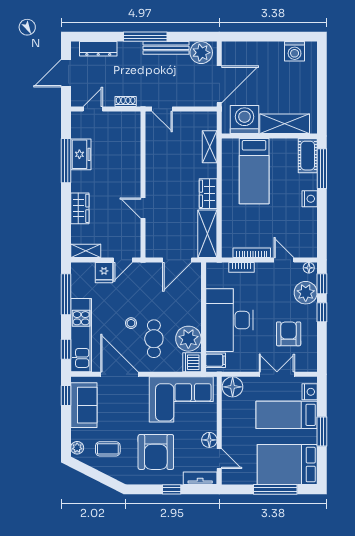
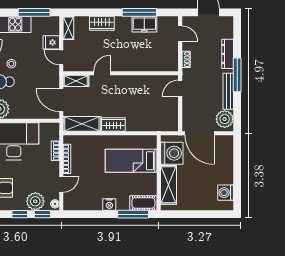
dresser: (98, 49) -> (228, 54), moved
shelving: (210, 147) -> (76, 81), moved

